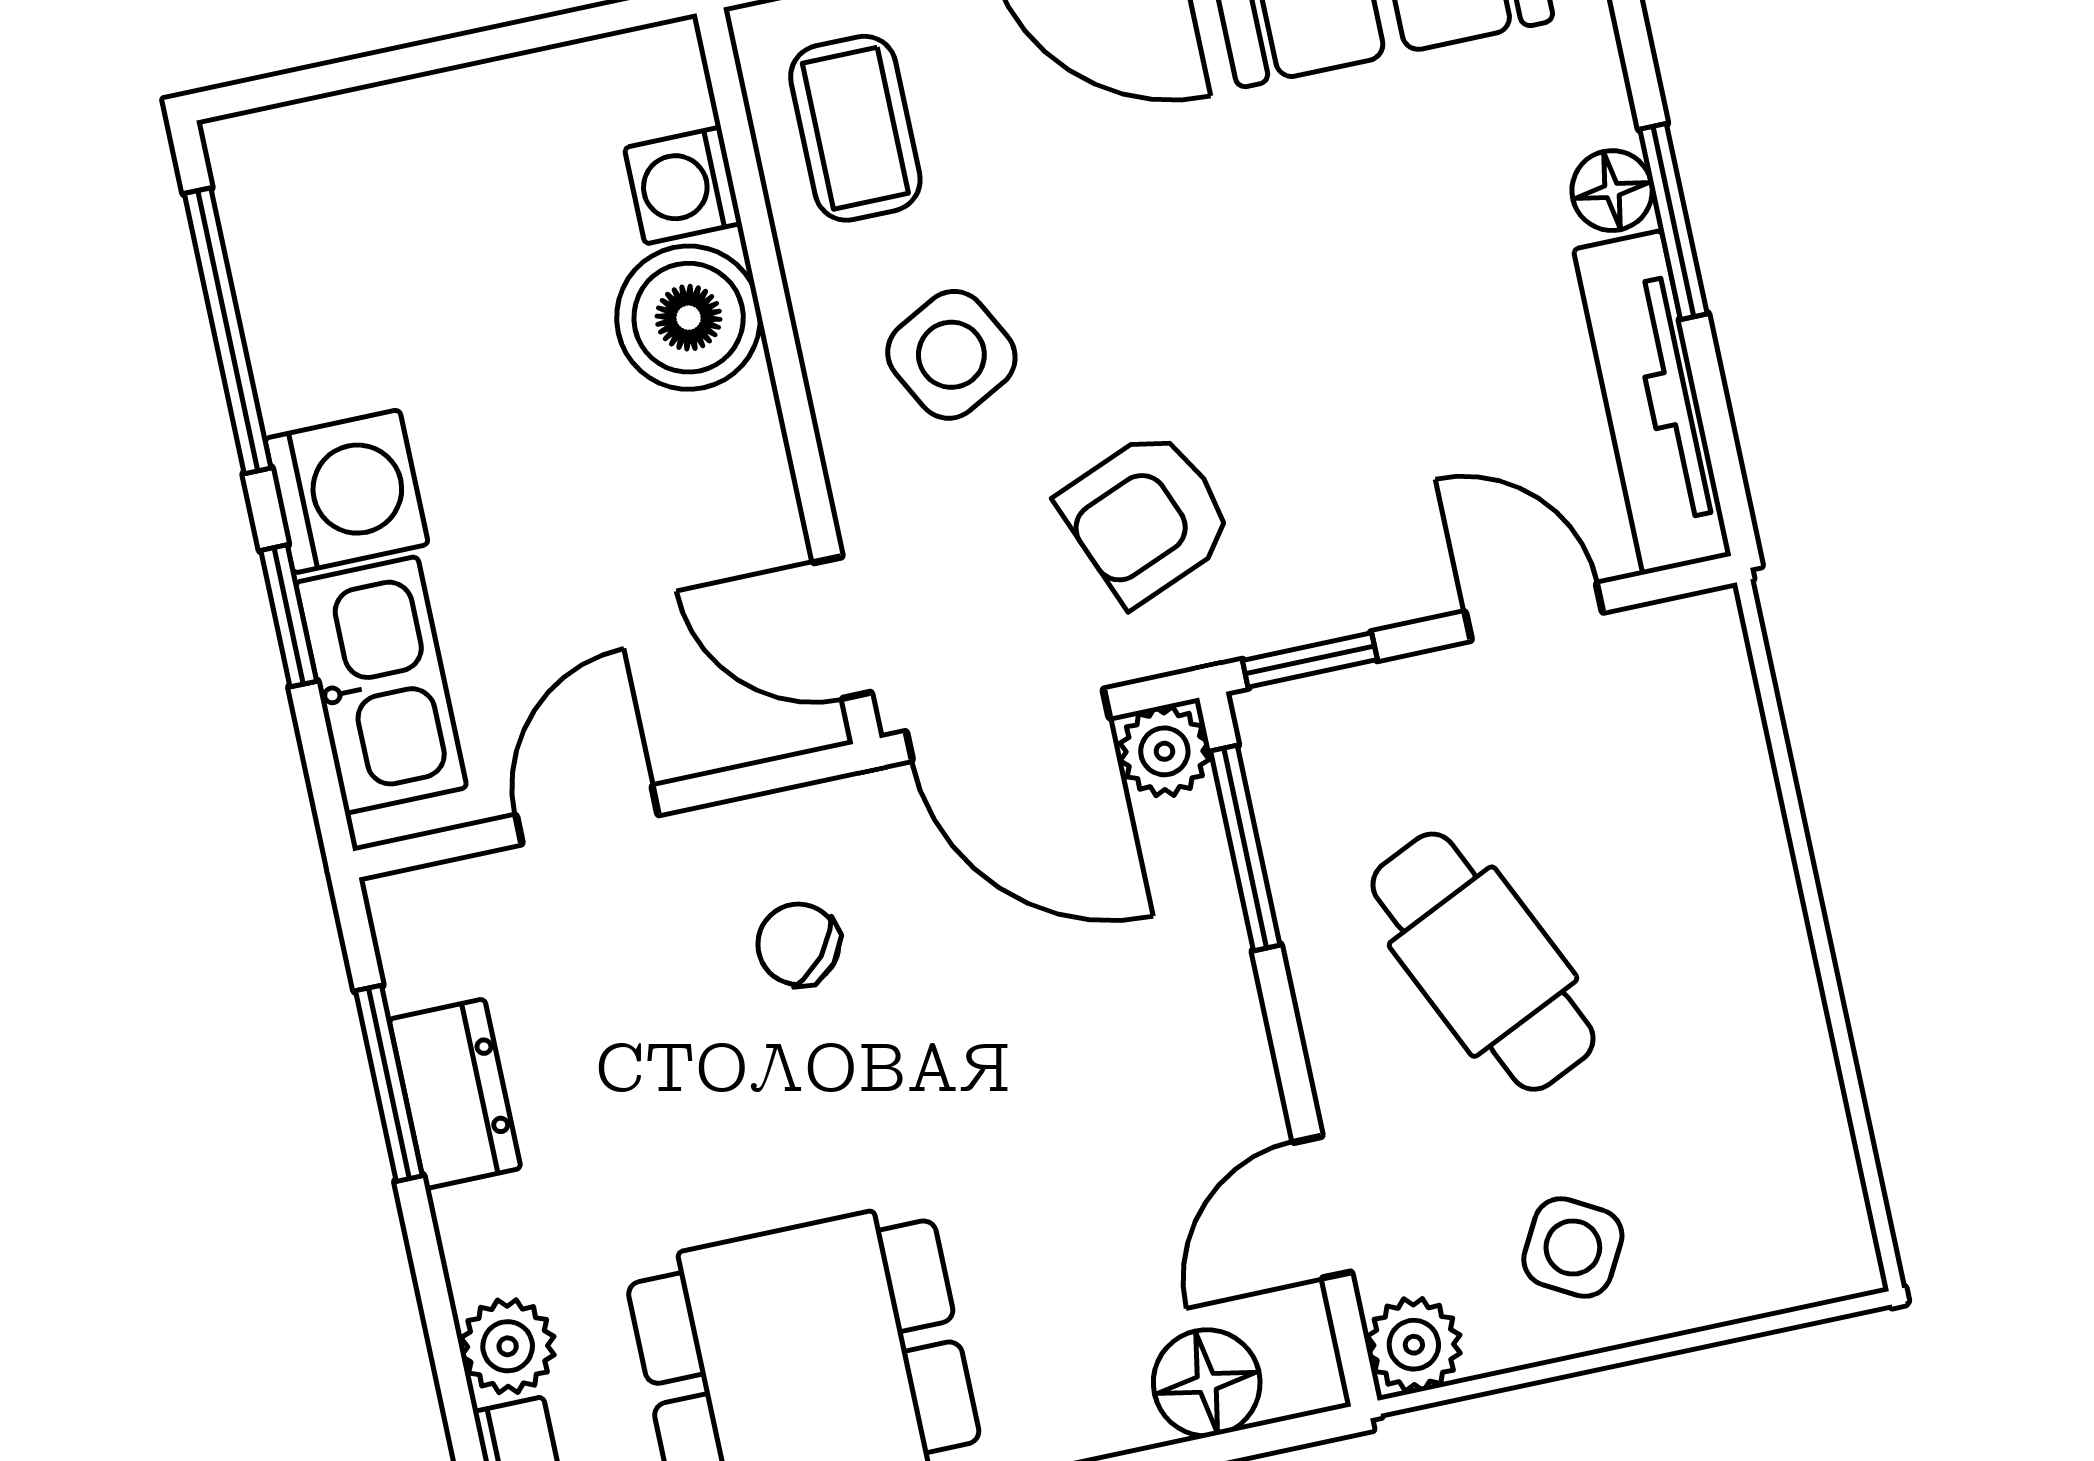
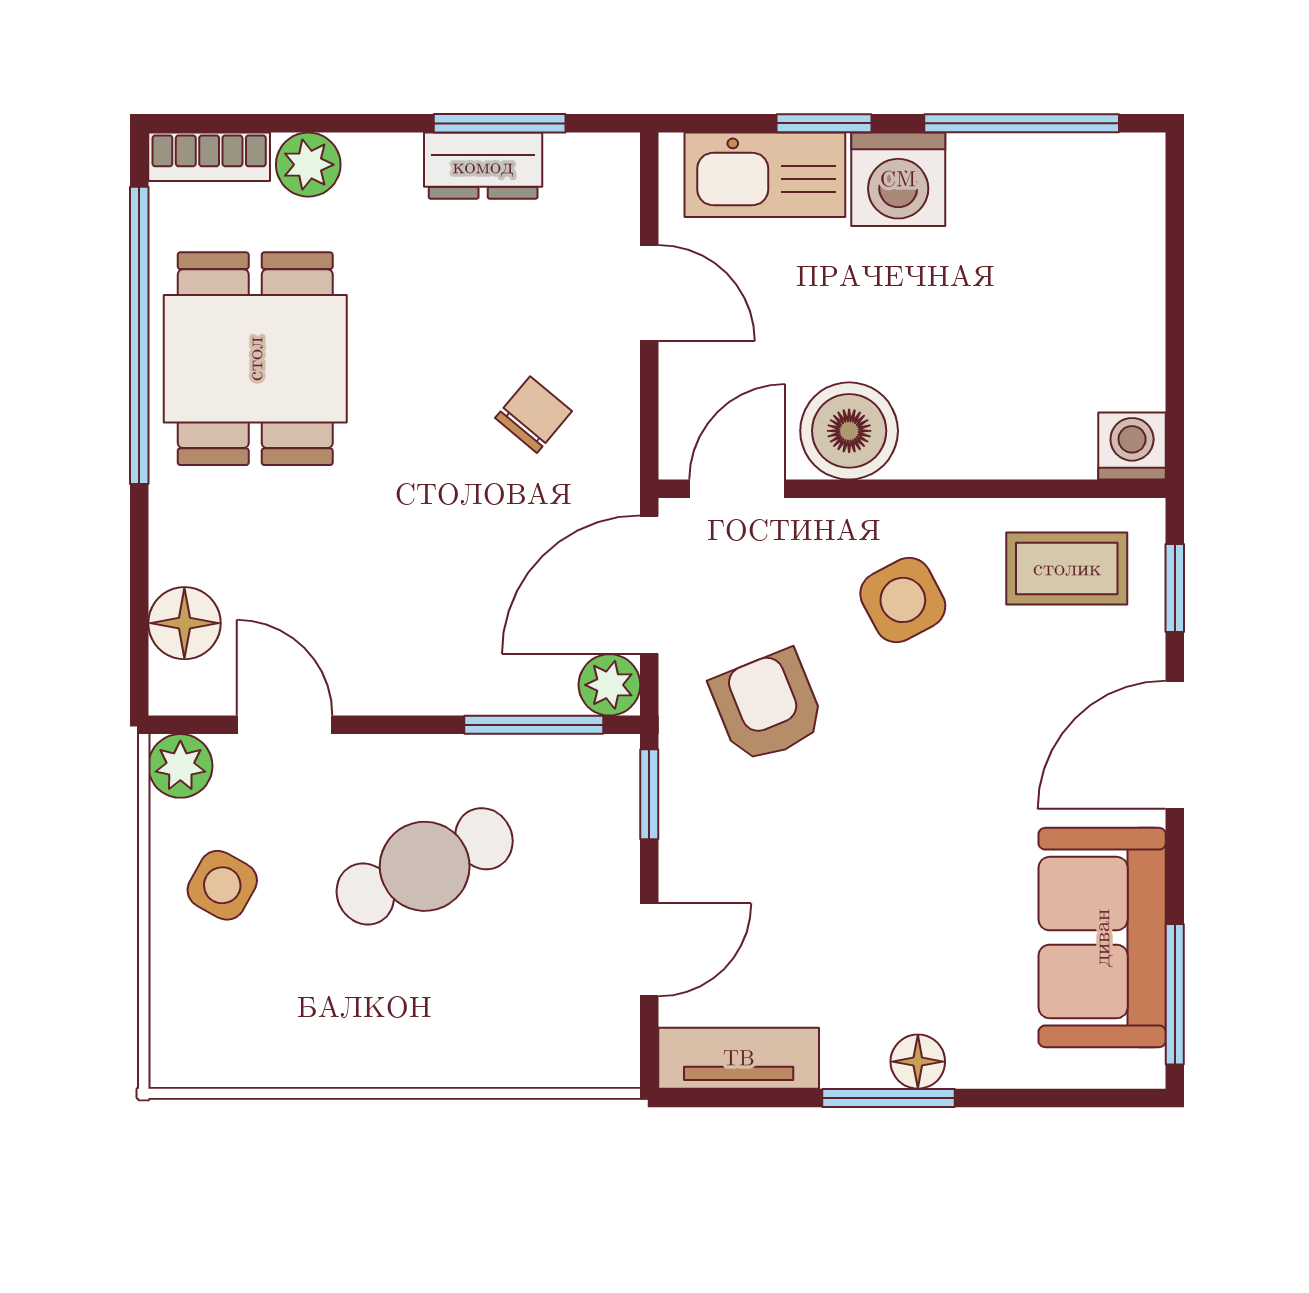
washing machine: (683, 186) -> (1132, 446), moved
boiler: (689, 318) -> (849, 431), moved
tv unit: (1652, 402) -> (739, 1058), width x0.71

